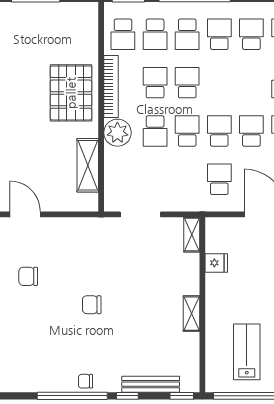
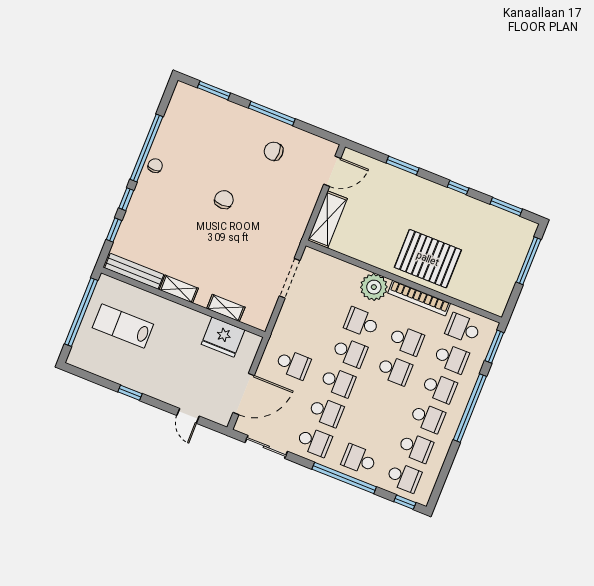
school desk: (155, 34) -> (451, 358), turned 180
school desk: (187, 34) -> (439, 388), turned 180
shelving: (88, 165) -> (328, 219), moved, turned 90
shelving: (192, 235) -> (226, 308), moved
fridge: (216, 263) -> (223, 337), width x1.88, depth x1.34
chair: (28, 276) -> (274, 151), turned -90
lab bench: (247, 352) -> (123, 326), turned 180
bench: (151, 384) -> (134, 271), moved, turned 90
window: (182, 396) -> (114, 230), moved

